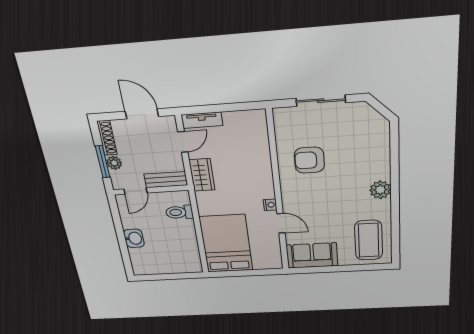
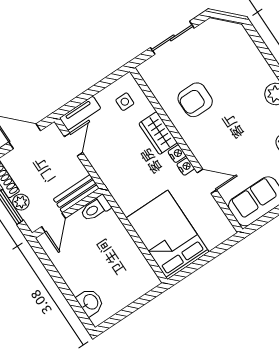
side table: (247, 131) -> (125, 102), added
wardrobe: (202, 175) -> (158, 133), moved, turned 180
nightstand: (269, 192) -> (177, 154), added
toilet: (179, 212) -> (95, 208), moved
washbasin: (134, 238) -> (90, 302), moved

